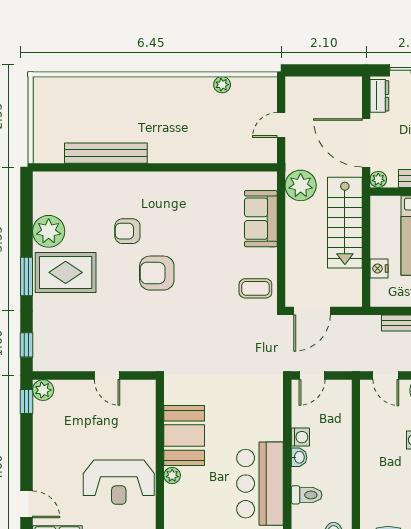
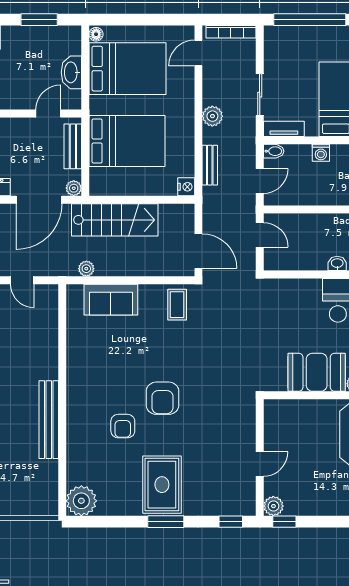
bench: (106, 153) -> (49, 420), moved
plant: (301, 185) -> (86, 269), width x0.53, depth x0.53
plant: (49, 231) -> (81, 501), moved
nightstand: (379, 268) -> (186, 187), moved, turned -90
door: (107, 376) -> (260, 464), moved
door: (312, 376) -> (260, 235), moved
washing machine: (300, 437) -> (318, 262), removed

